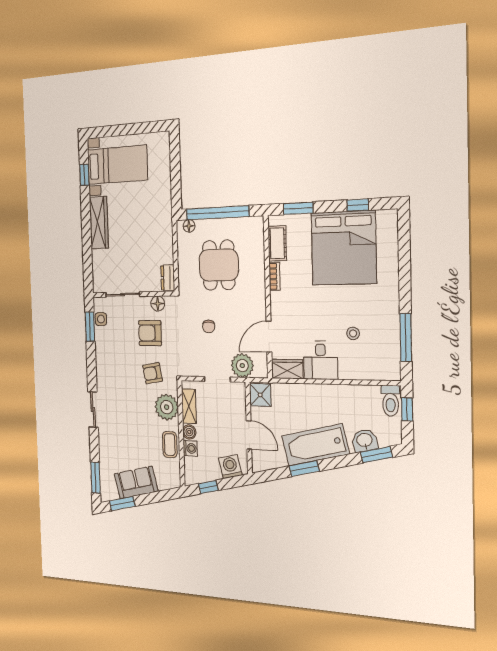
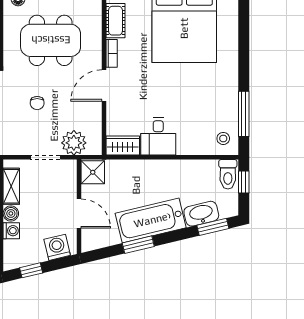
dining table: (219, 265) -> (51, 40), width x1.38
stool: (353, 333) -> (223, 138), moved
door: (269, 337) -> (104, 86), moved
washbasin: (365, 441) -> (201, 214), width x1.38

